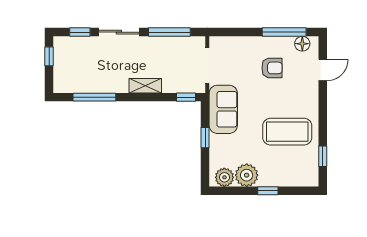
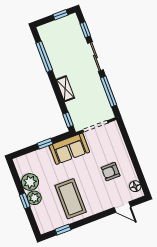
window: (284, 32) -> (139, 171), removed
armchair: (272, 68) -> (111, 172), turned 90
plant: (224, 177) -> (34, 198), moved

